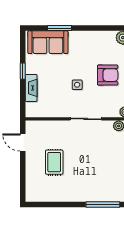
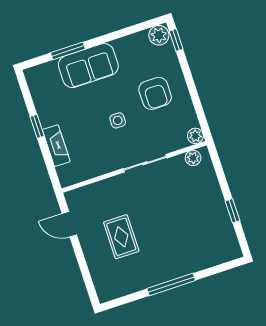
sofa: (48, 42) -> (88, 66), moved
armchair: (108, 75) -> (155, 93), turned 90
window: (103, 204) -> (171, 284), moved

